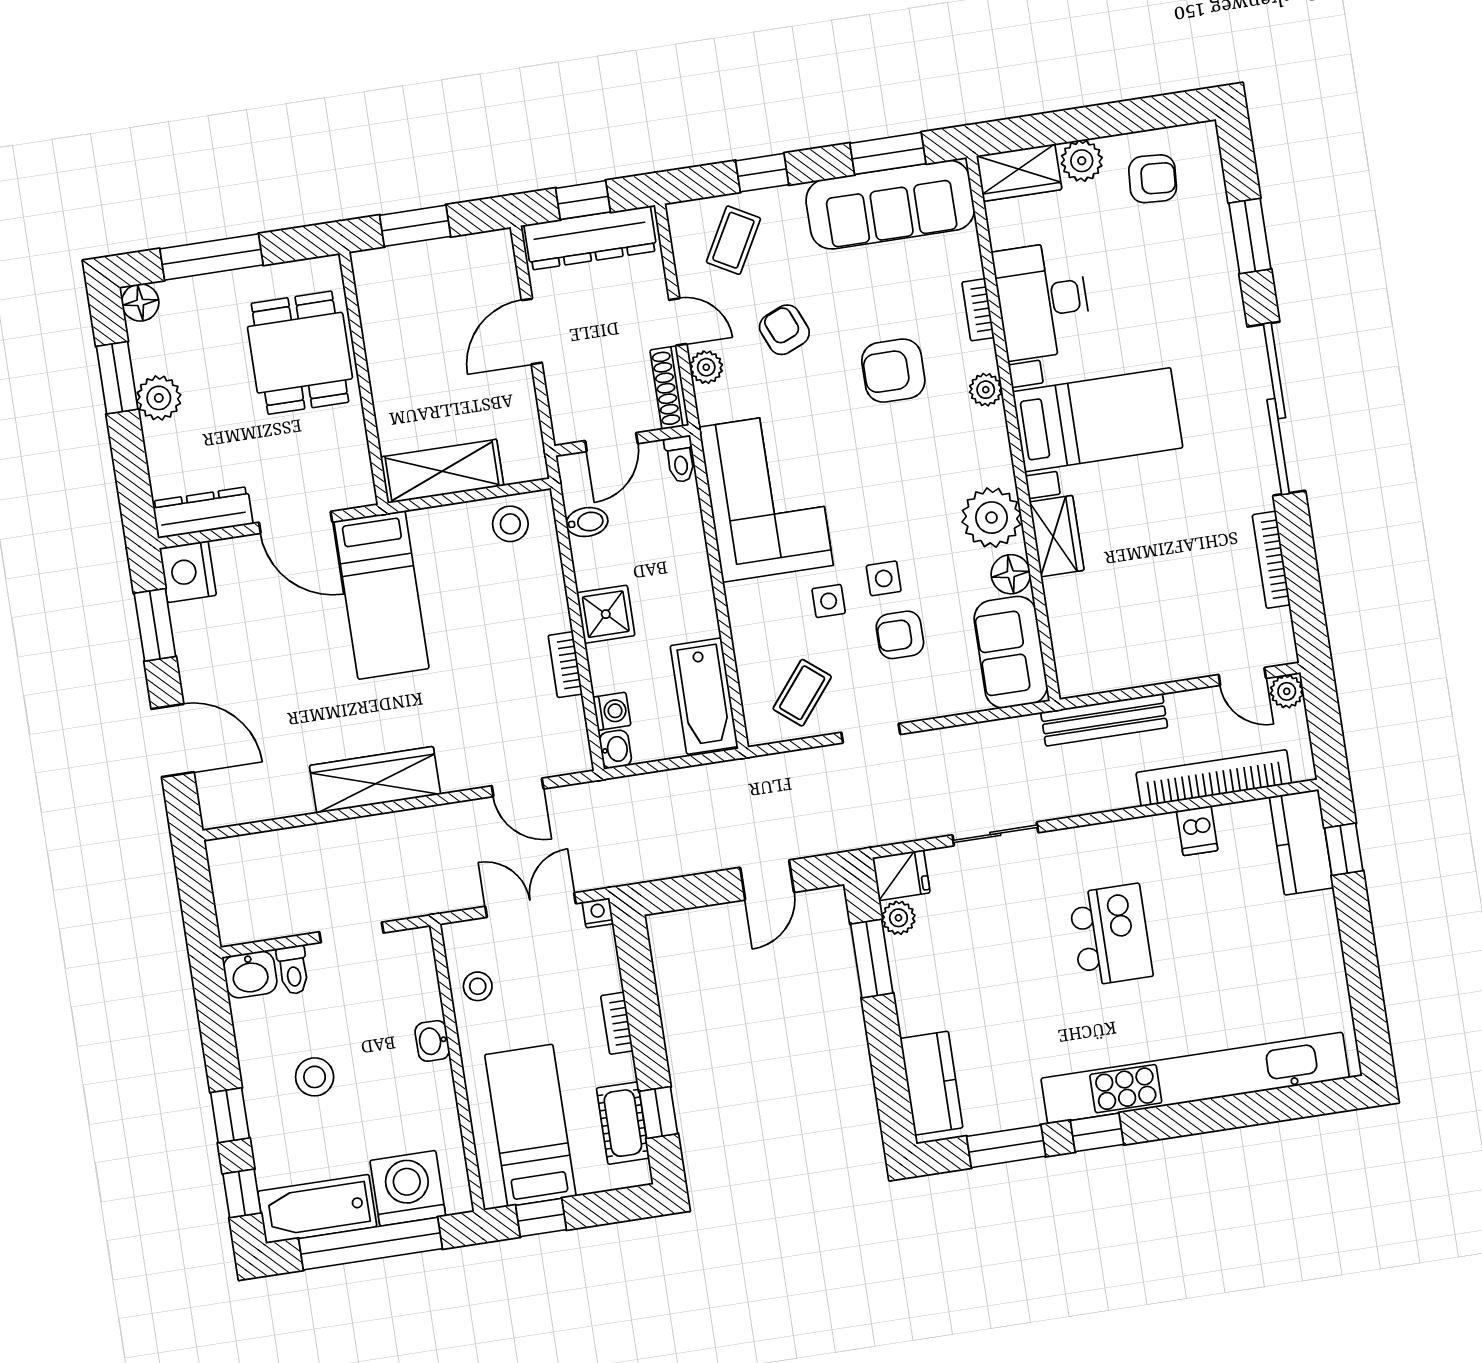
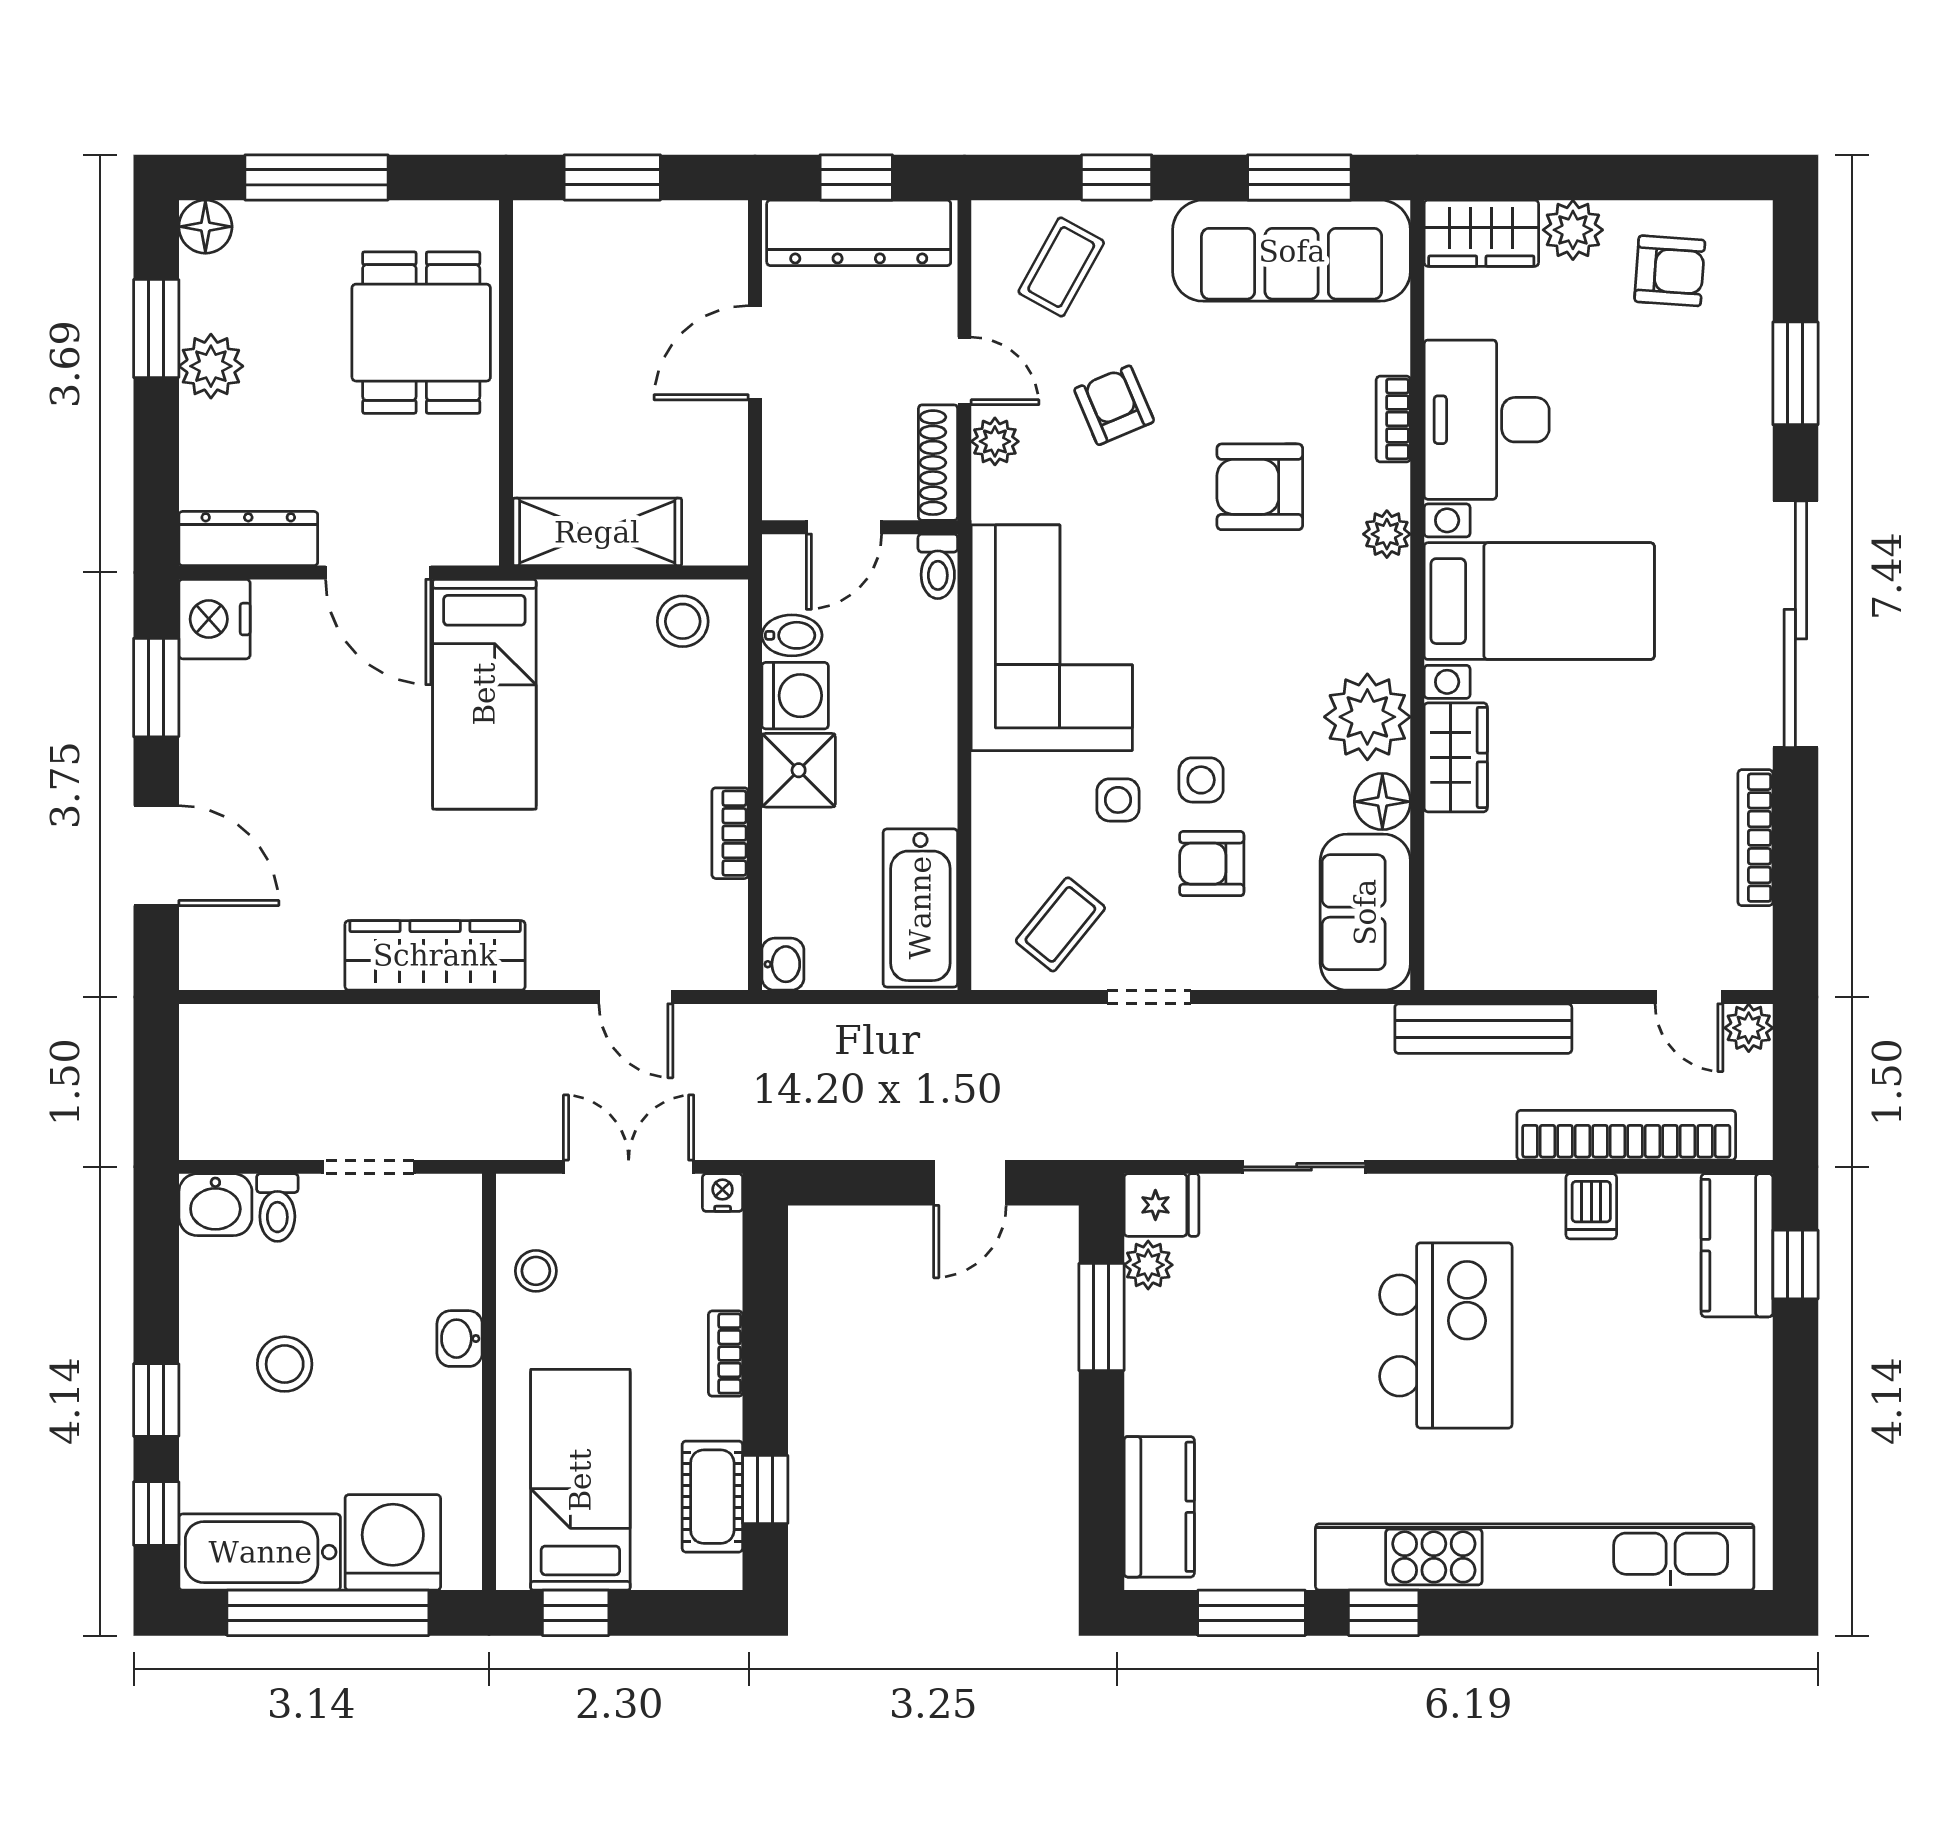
washing machine: (612, 711) -> (795, 696), moved, width x1.38, depth x1.38
kitchen island: (1111, 935) -> (1446, 1335), width x1.37, depth x1.28

